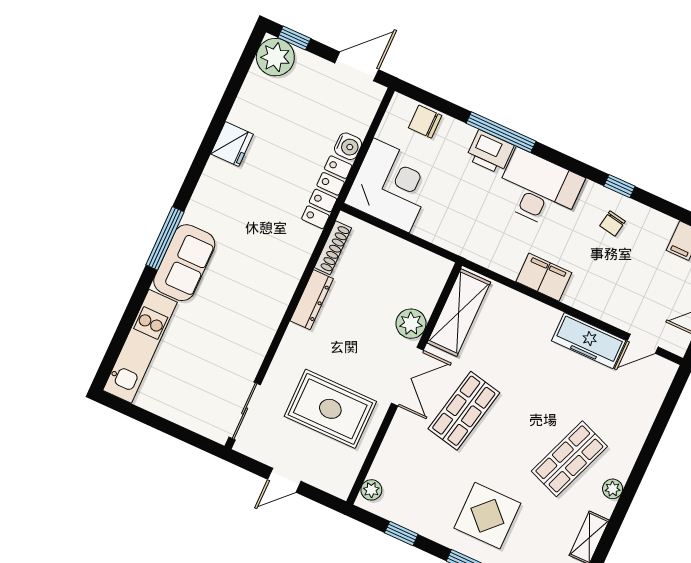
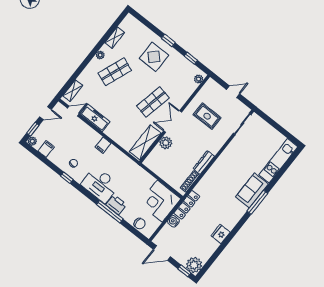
filing cabinet: (544, 277) -> (103, 145), width x0.50
shelving: (656, 391) -> (73, 91), added
rug: (330, 409) -> (207, 116), width x0.73, depth x0.70

